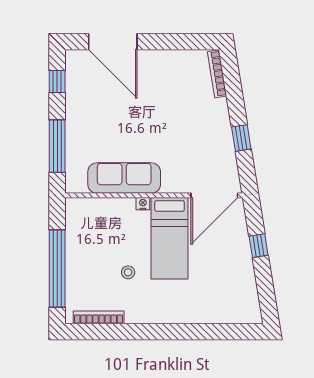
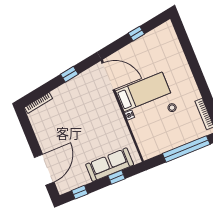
window: (57, 146) -> (117, 177), width x0.46
sofa: (124, 178) -> (110, 165), moved, turned 90
window: (259, 246) -> (136, 34), moved

